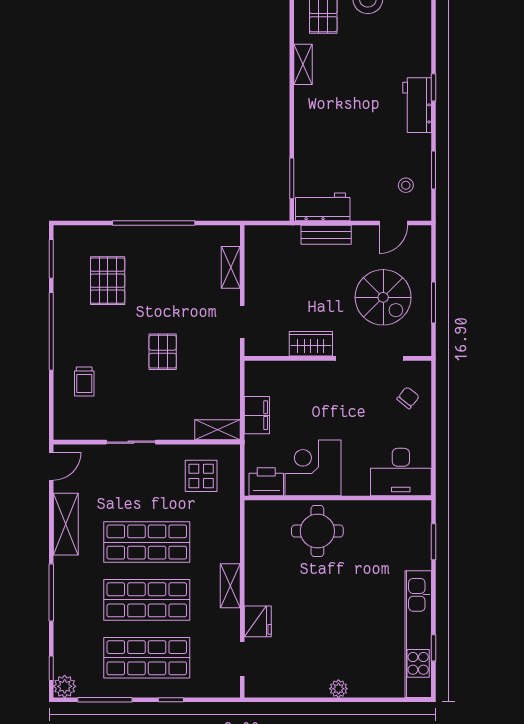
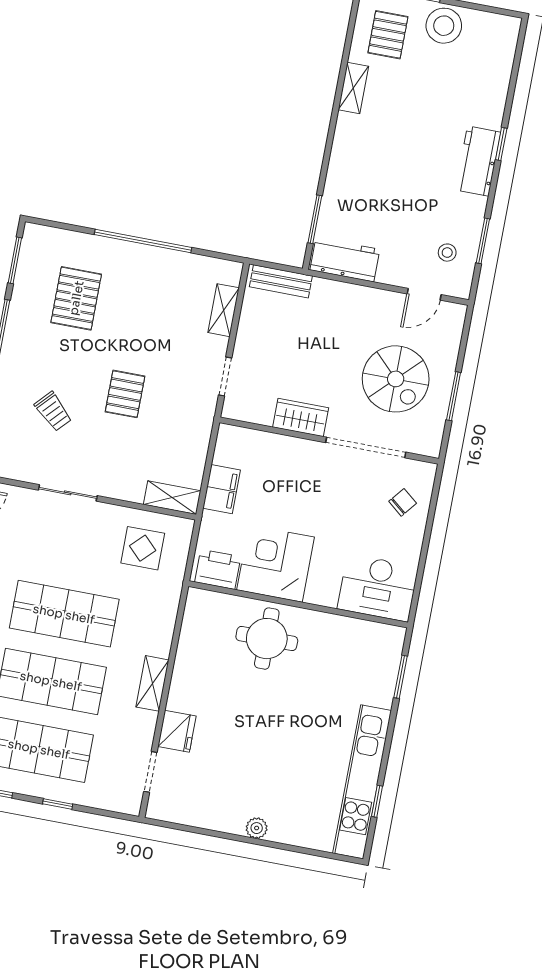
bench: (326, 235) -> (281, 281), moved
trolley: (84, 381) -> (53, 412), moved, turned -47

